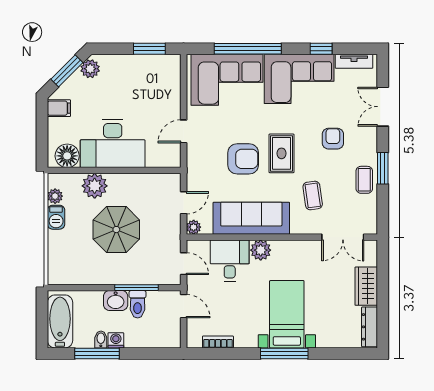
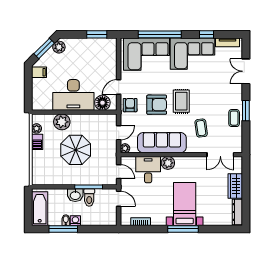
armchair: (333, 139) -> (130, 105), moved
floor lamp: (67, 156) -> (102, 103), moved

